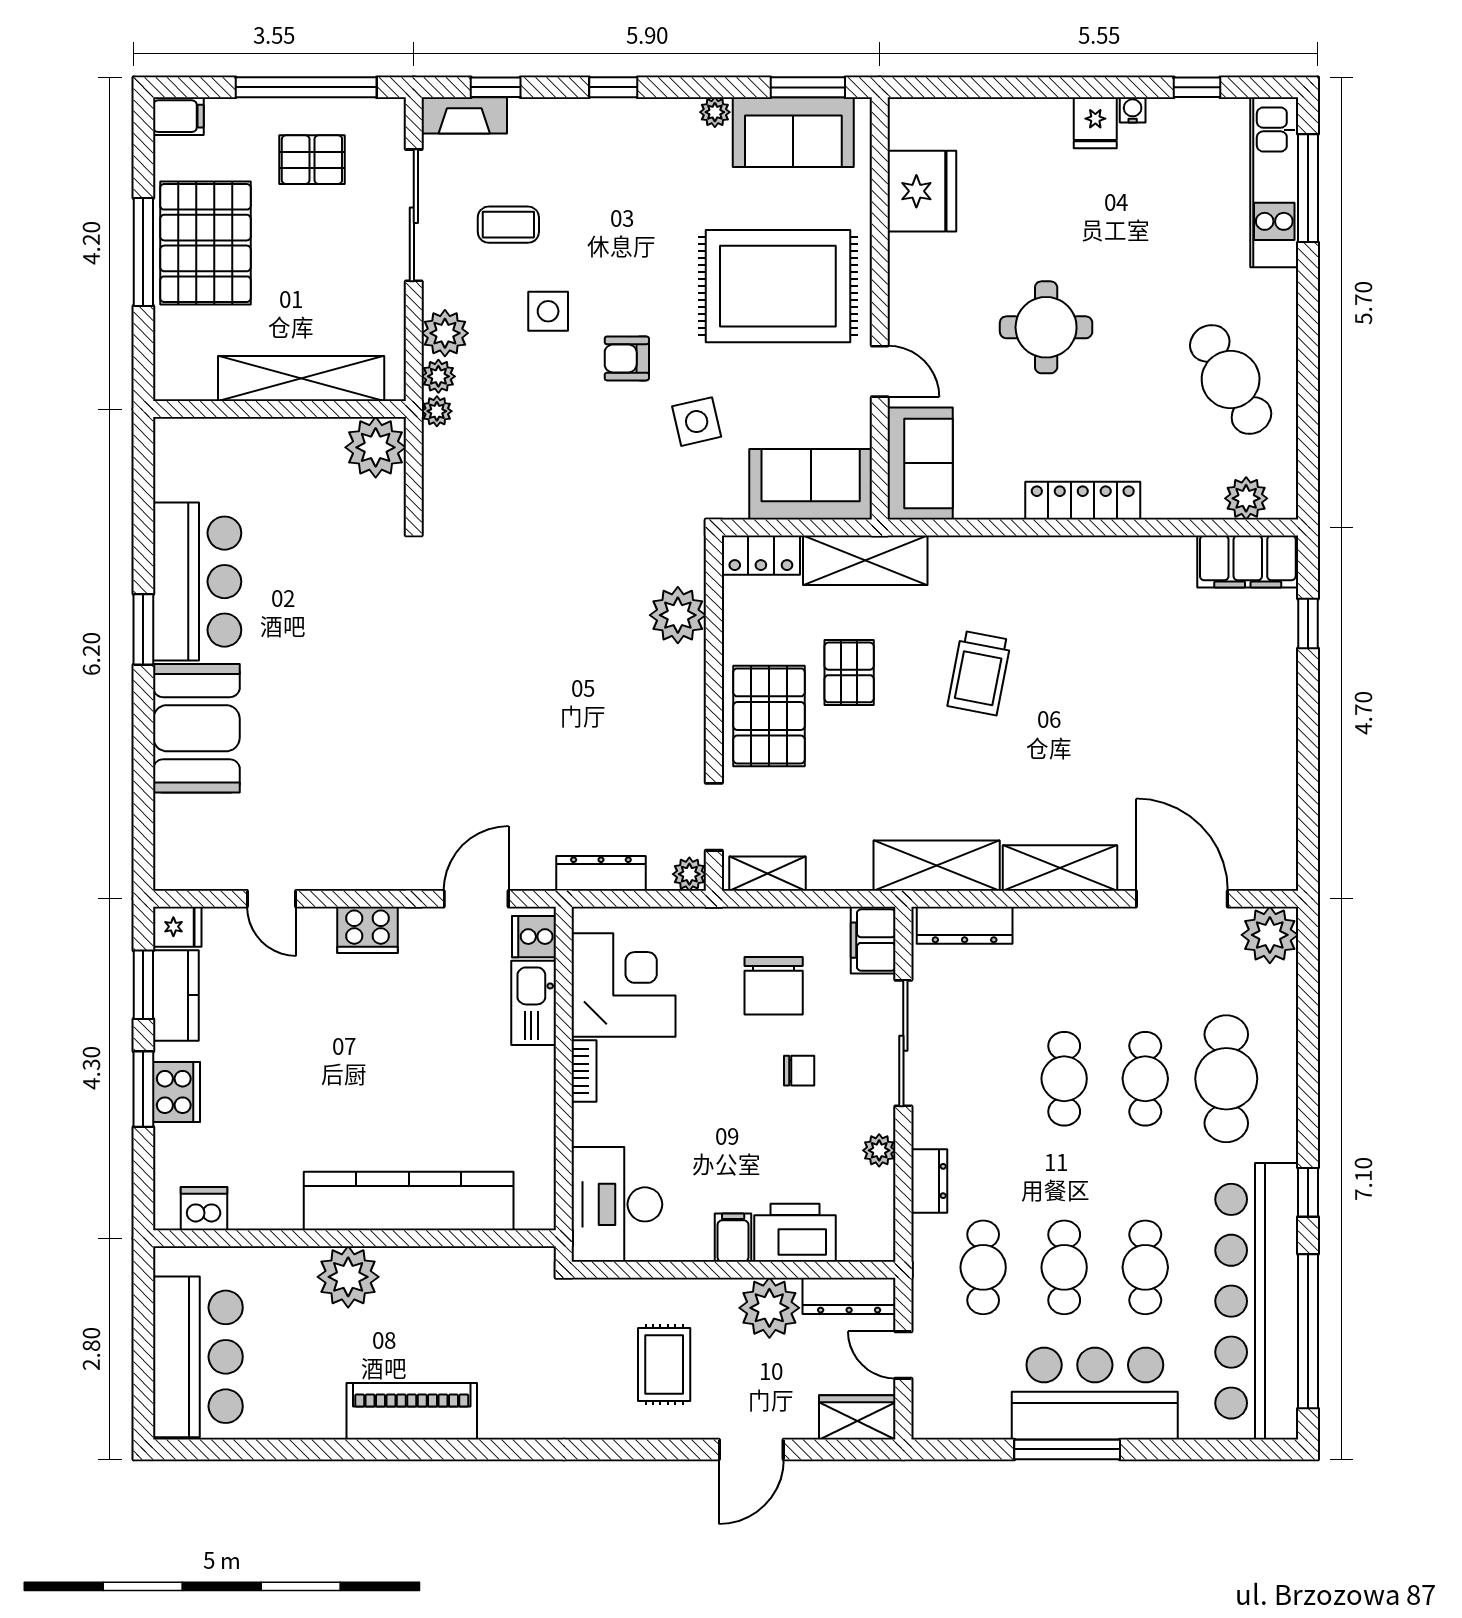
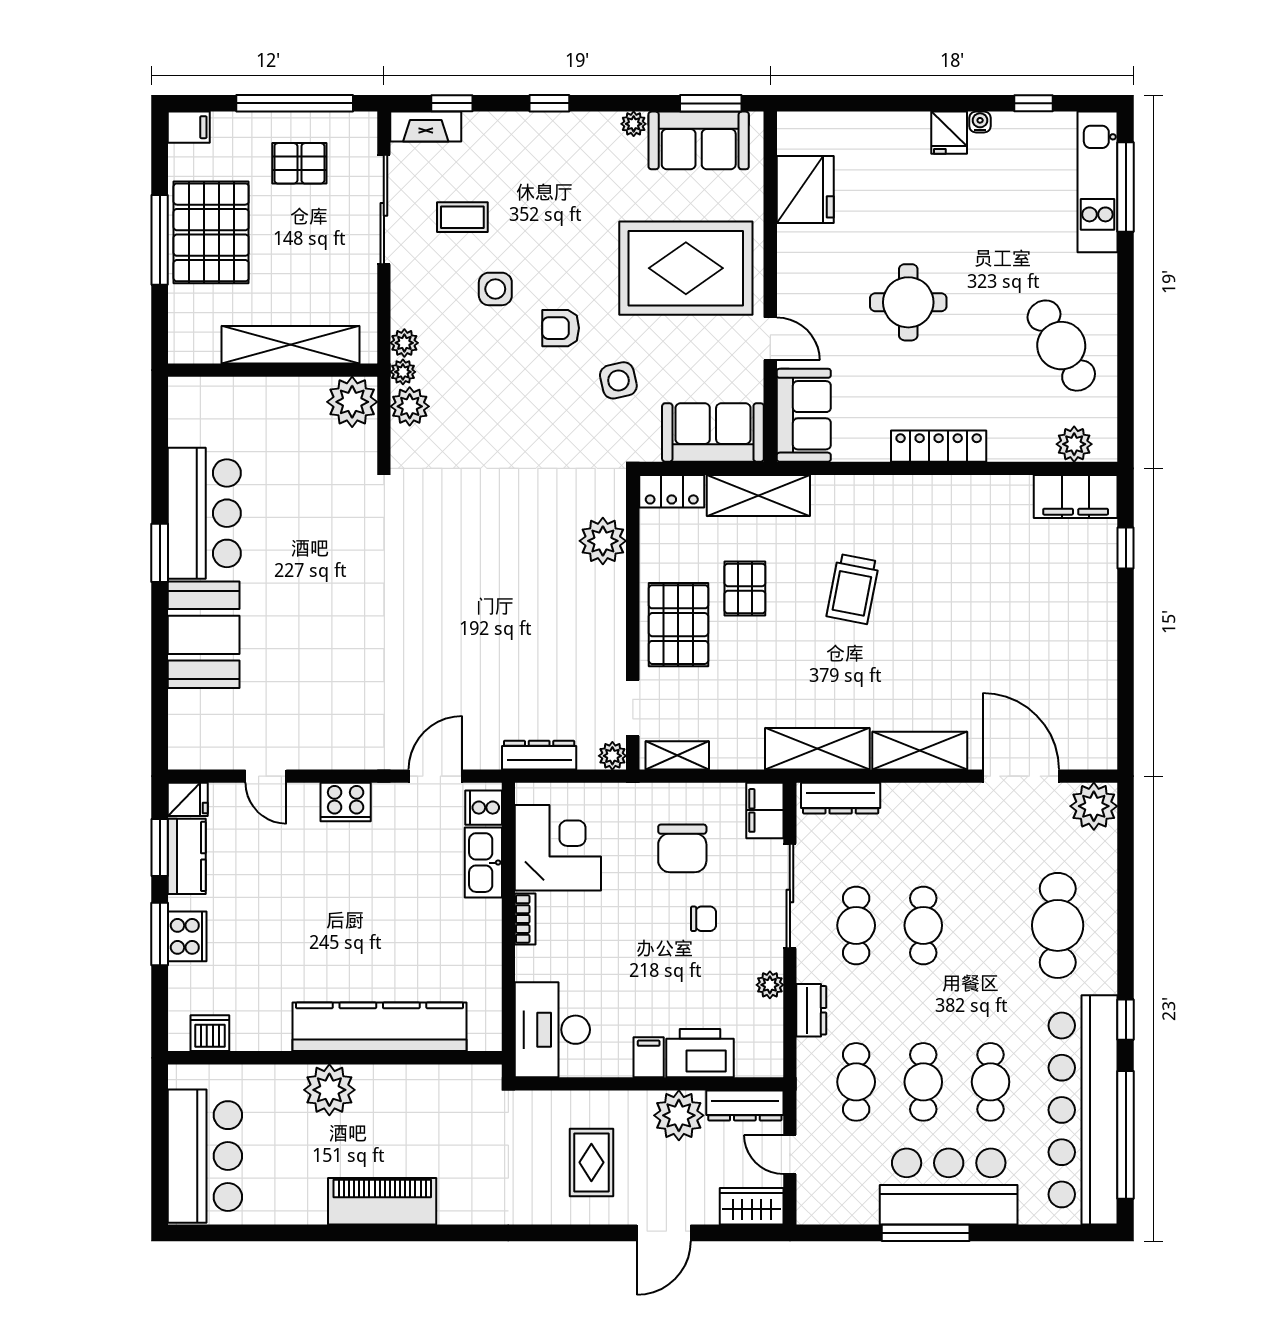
plant: (445, 333) -> (410, 406), moved
cafe table: (1145, 1079) -> (856, 925), moved

